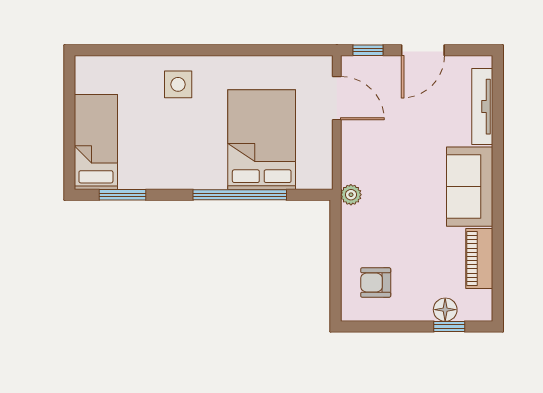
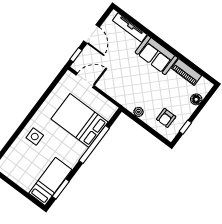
bed: (96, 142) -> (50, 181), moved, turned 90
plant: (351, 195) -> (138, 112), moved
window: (449, 327) -> (185, 127), moved

